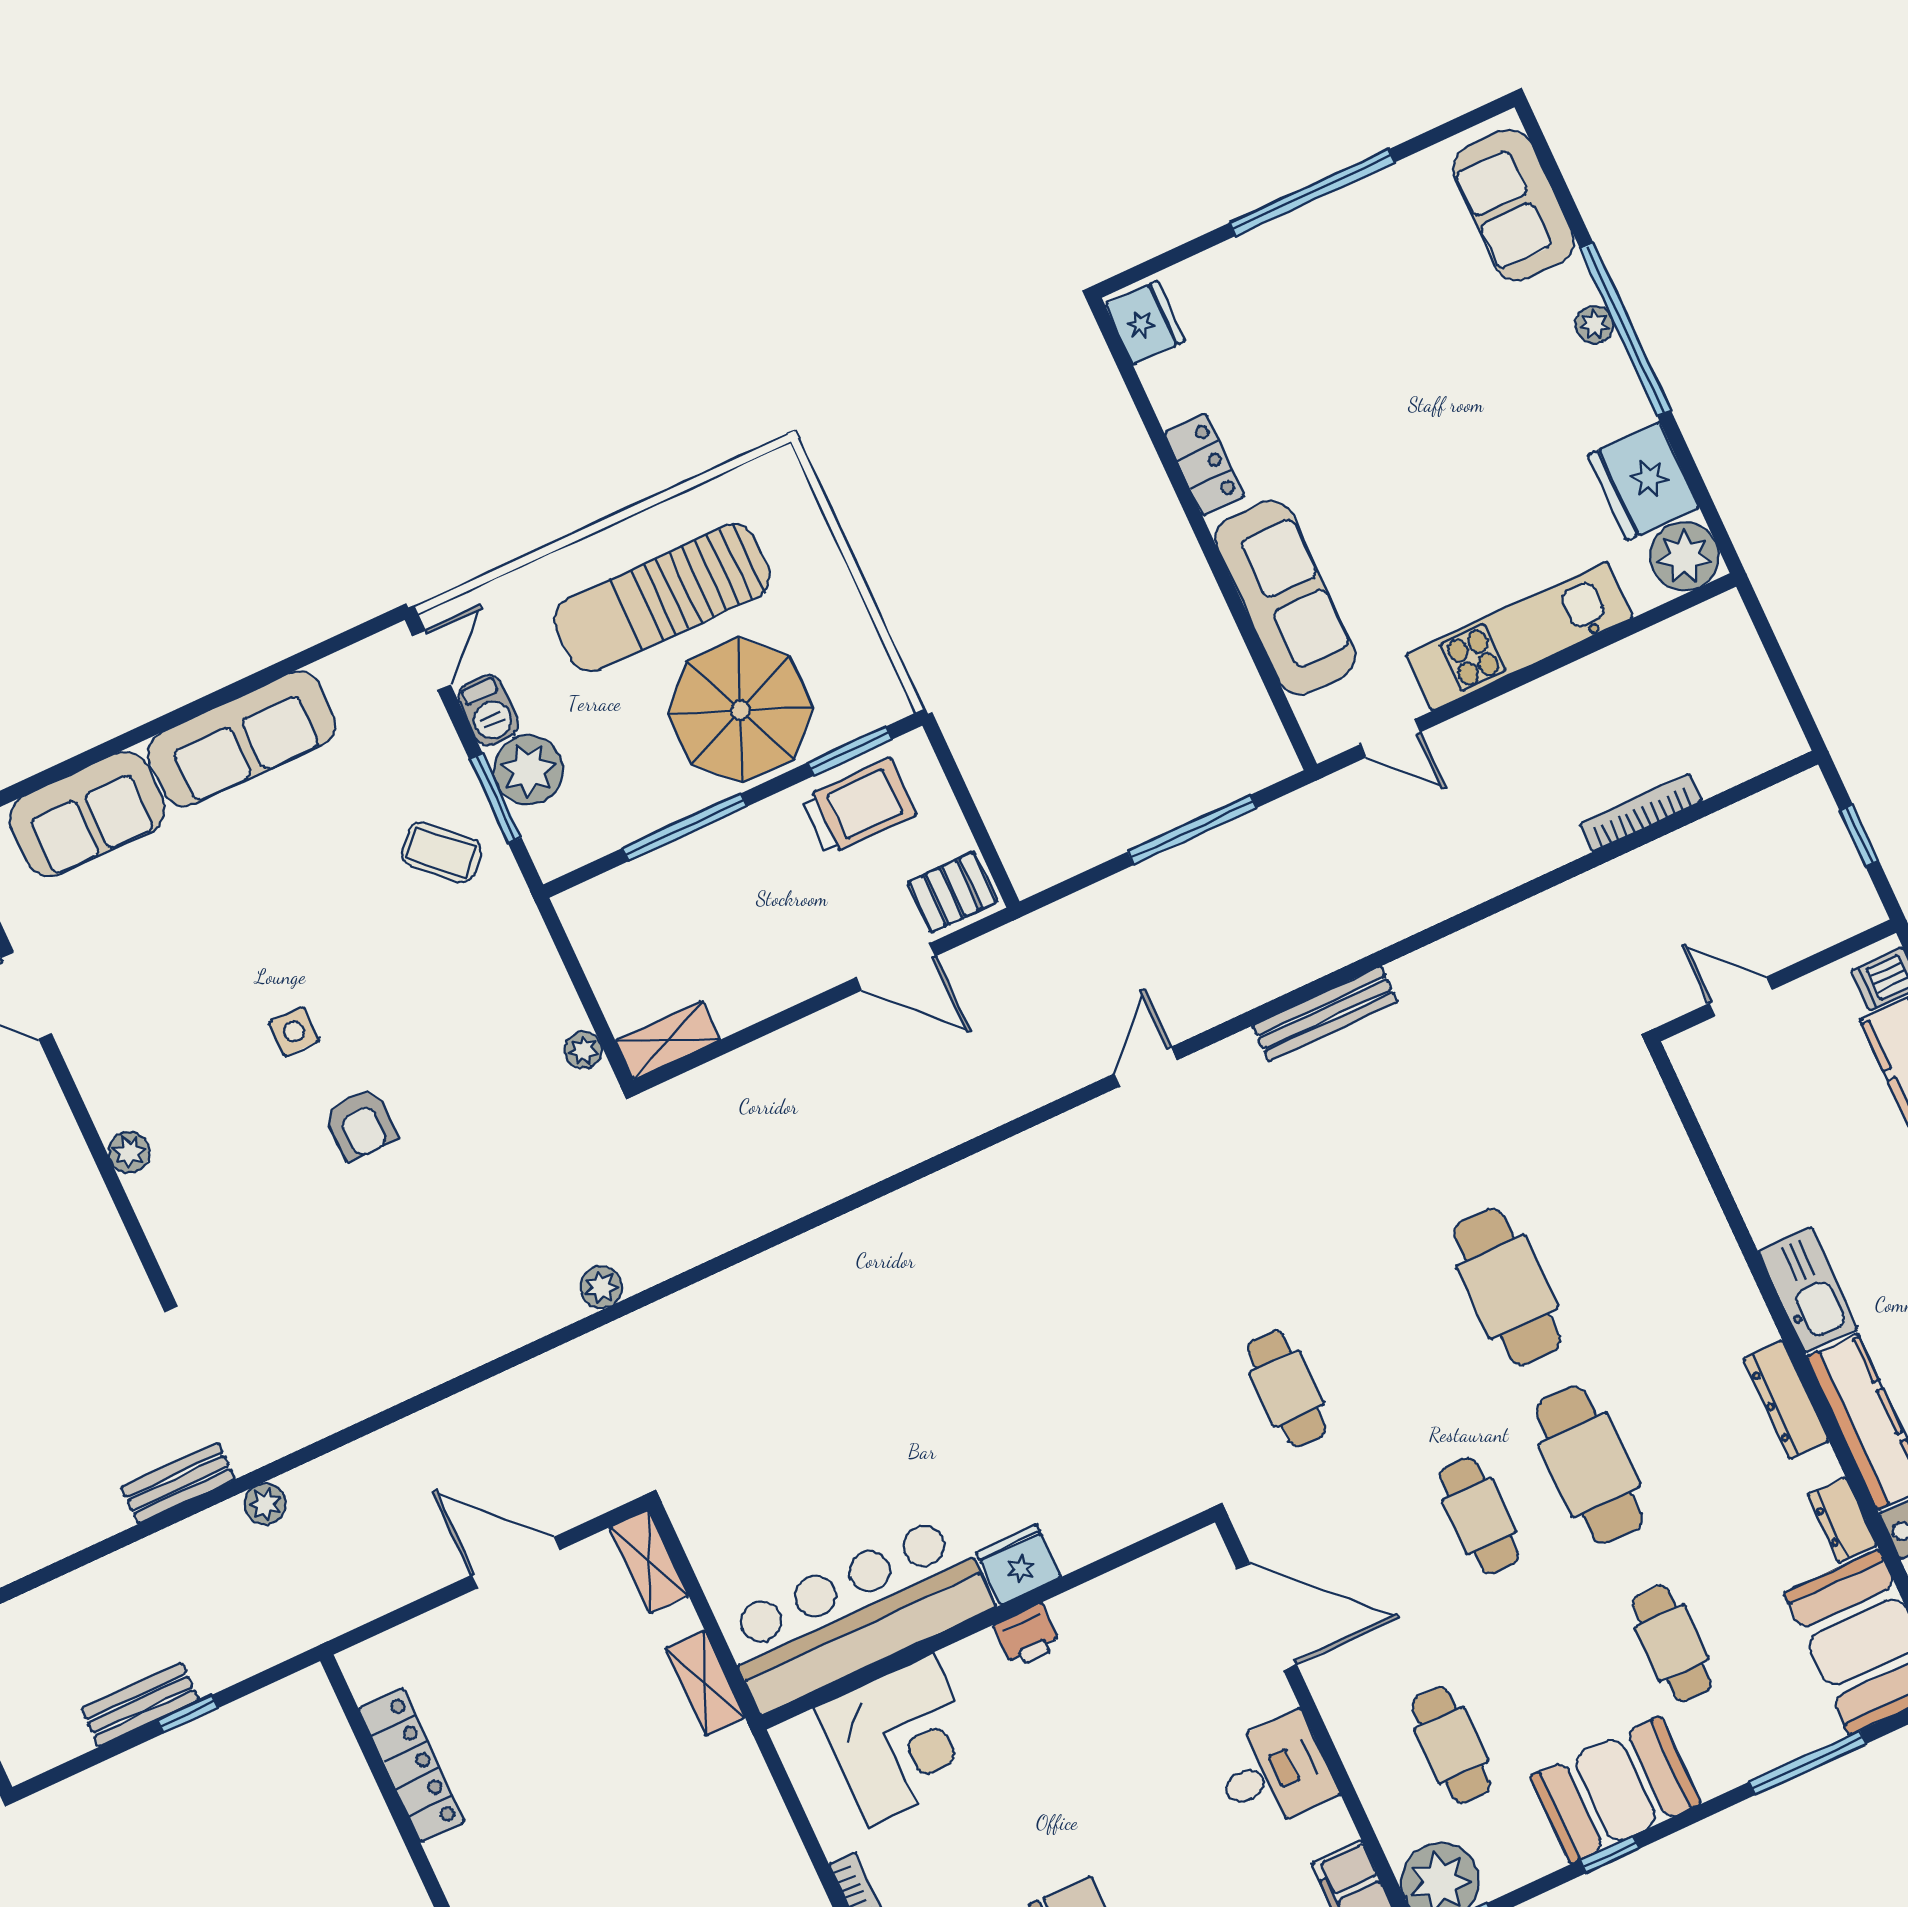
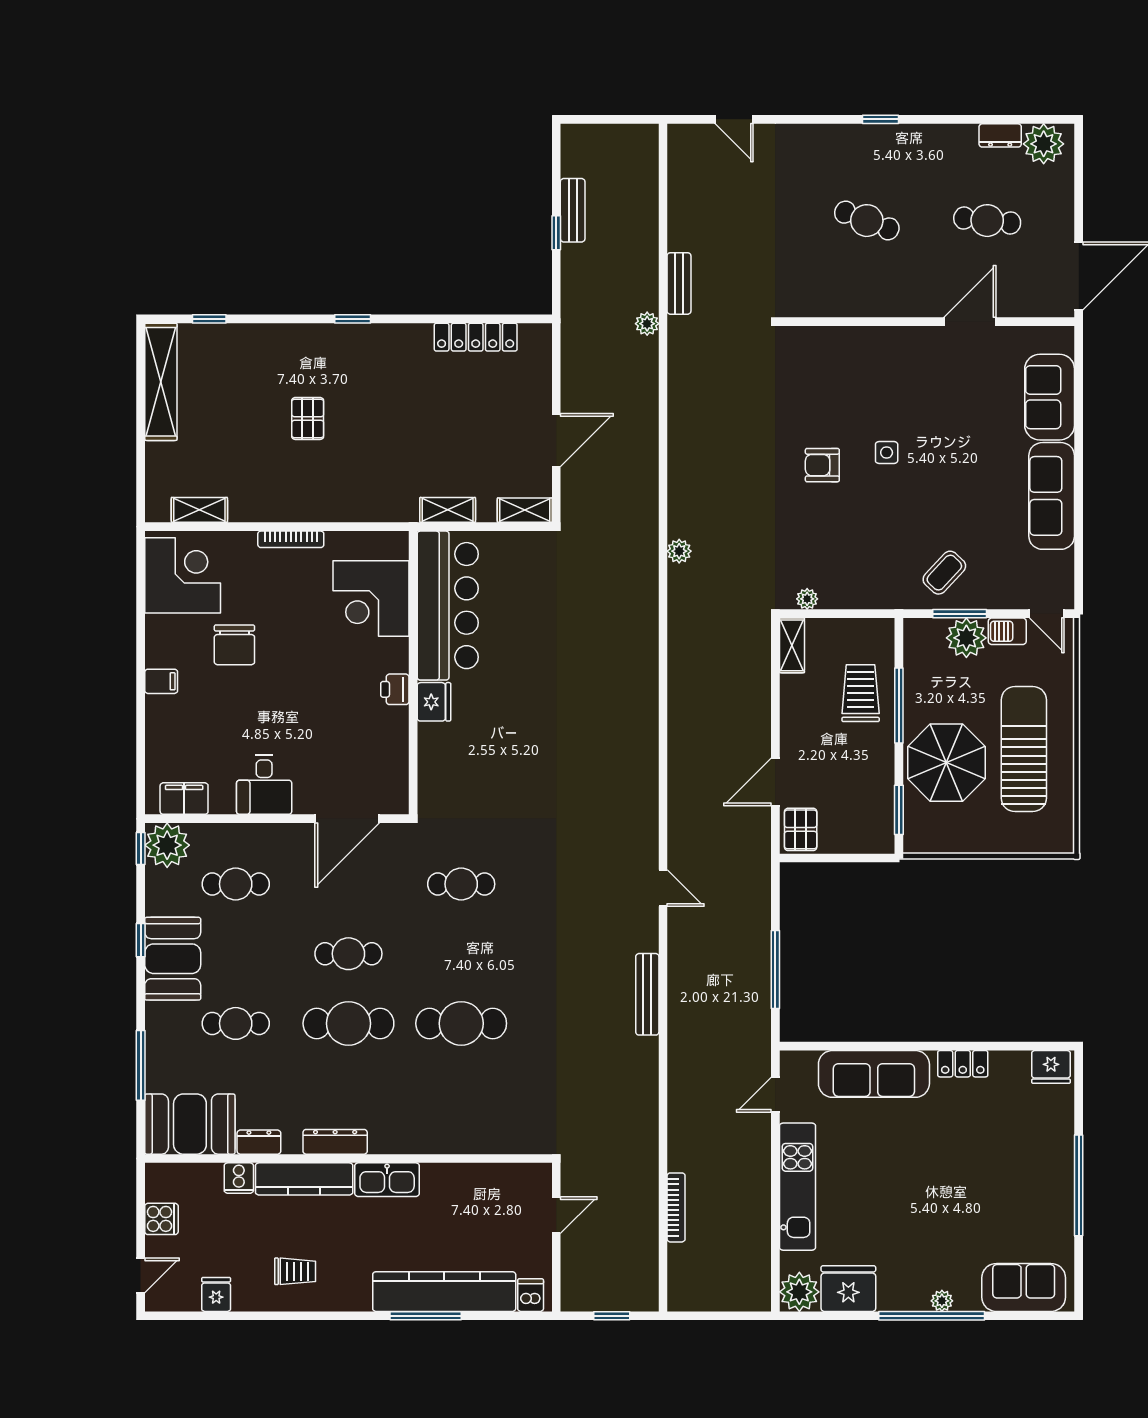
trolley: (859, 807) -> (861, 693), moved, turned 180
plant: (129, 1152) -> (863, 338), removed

